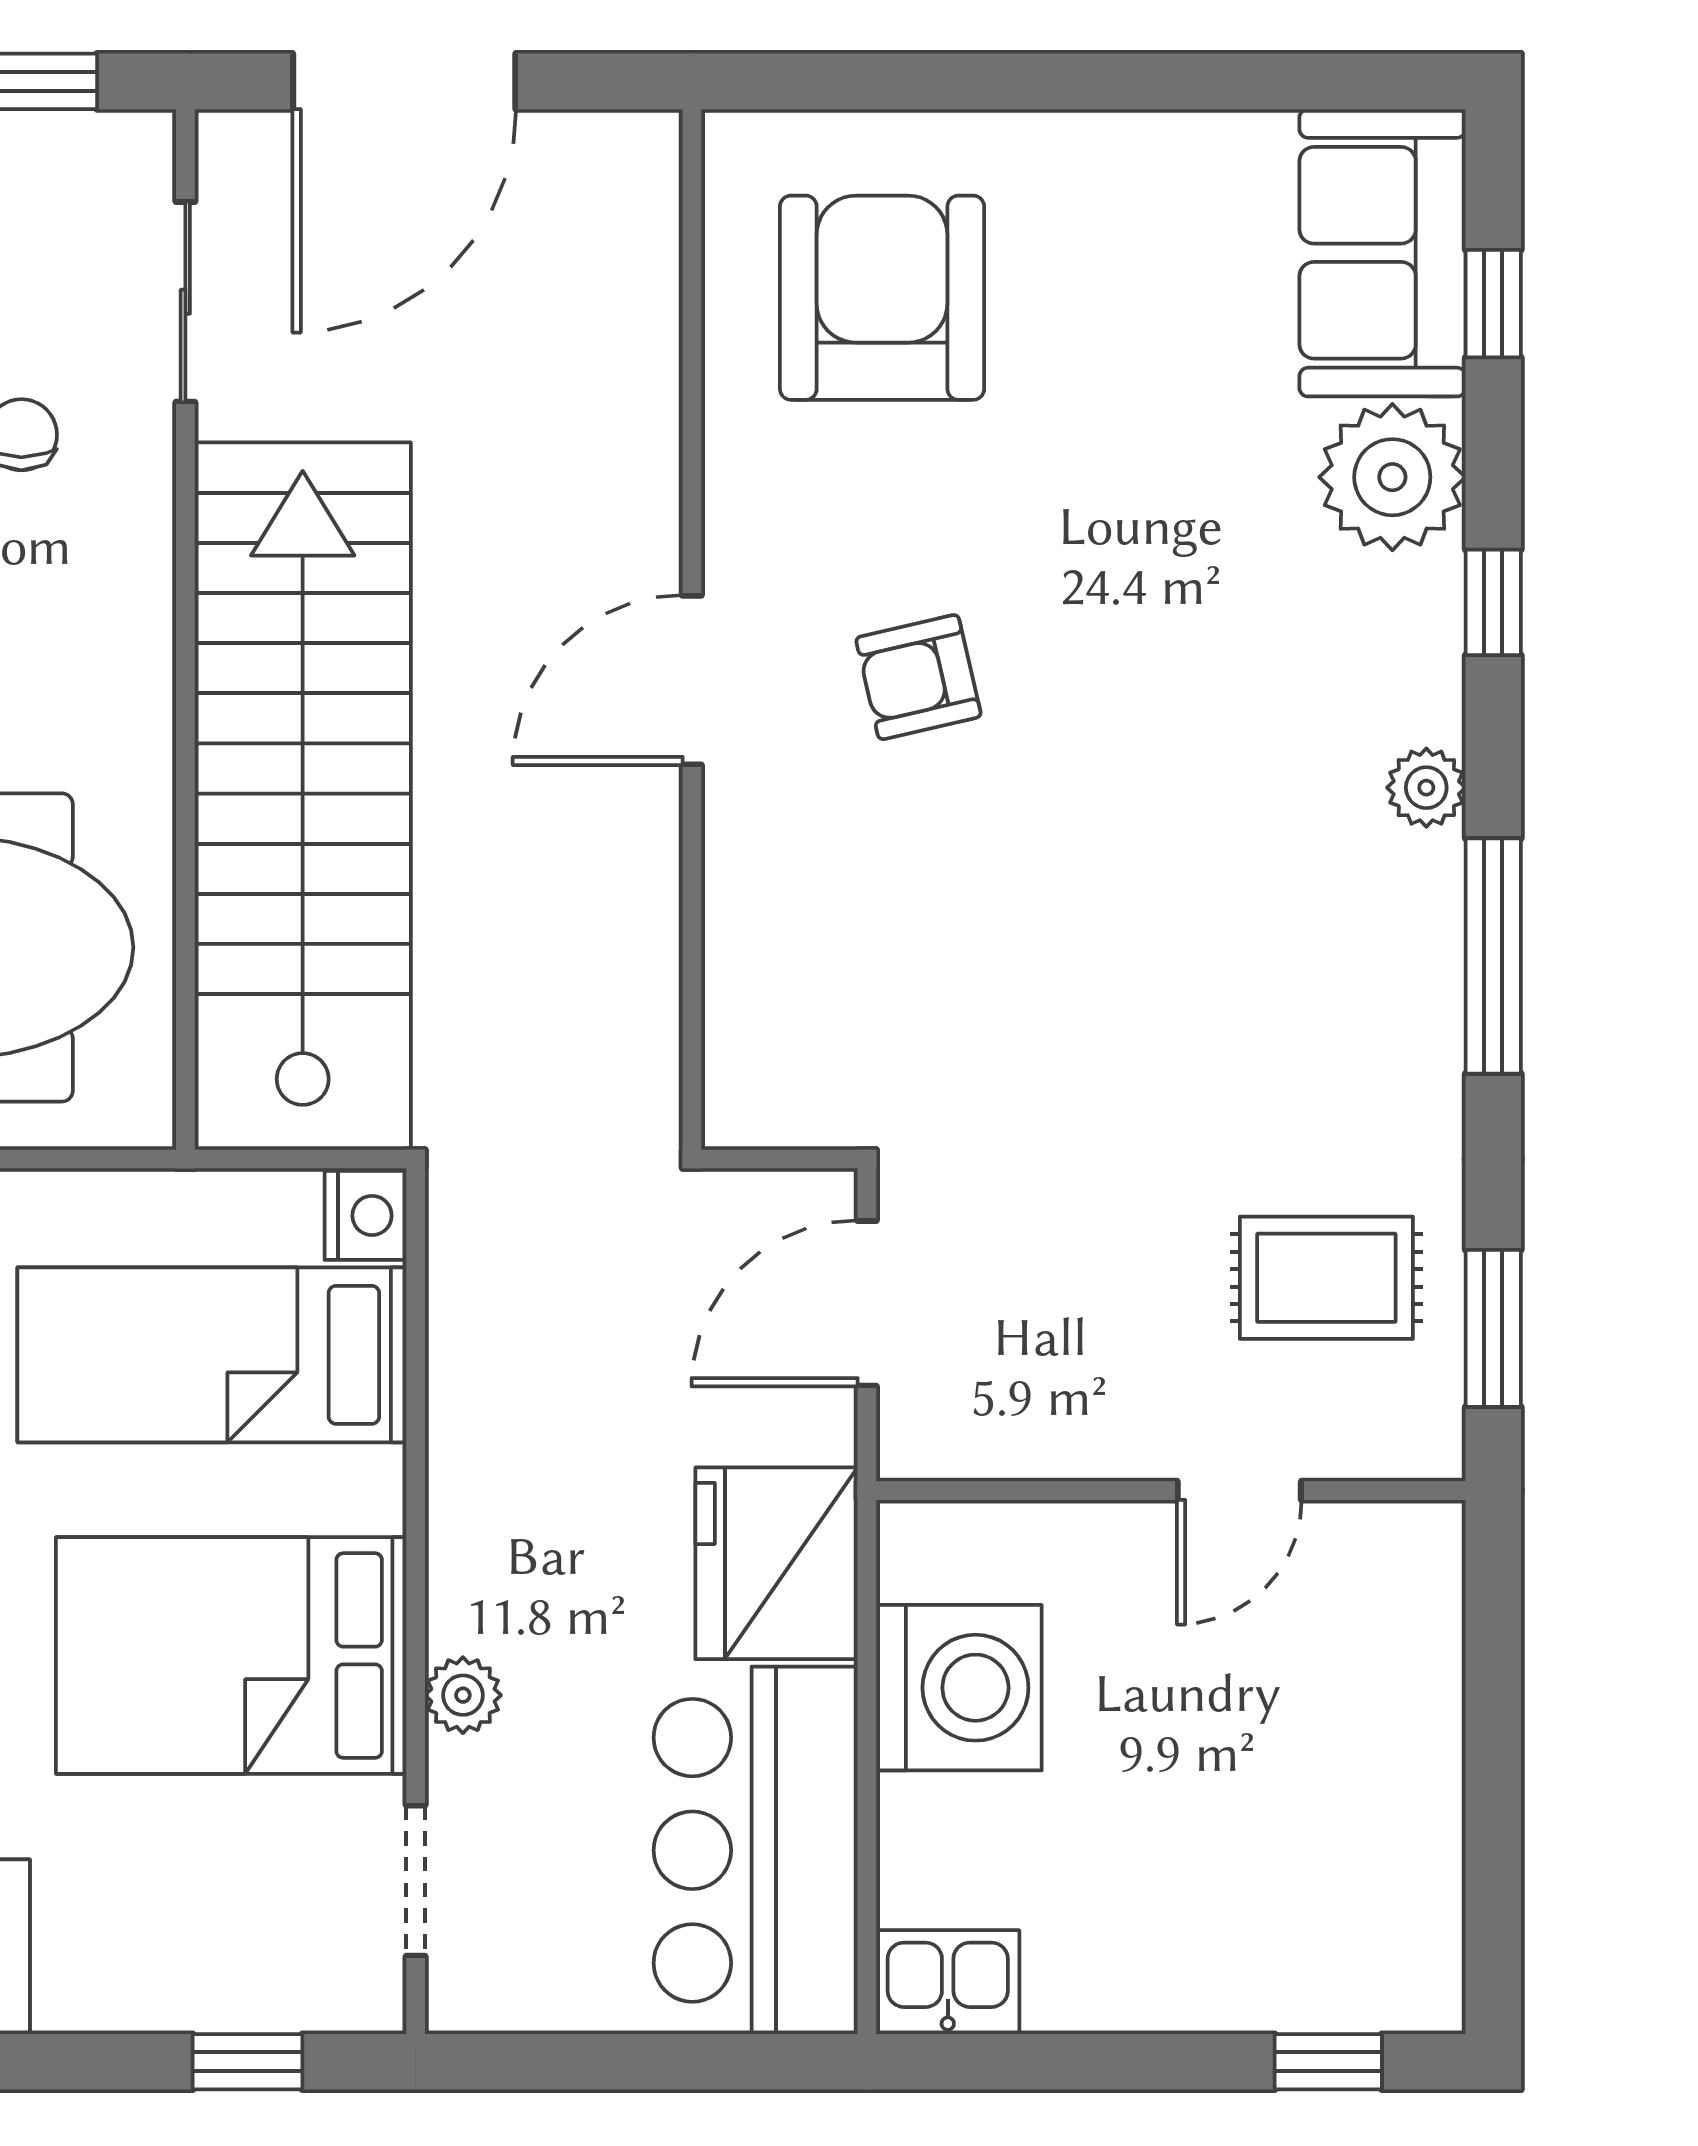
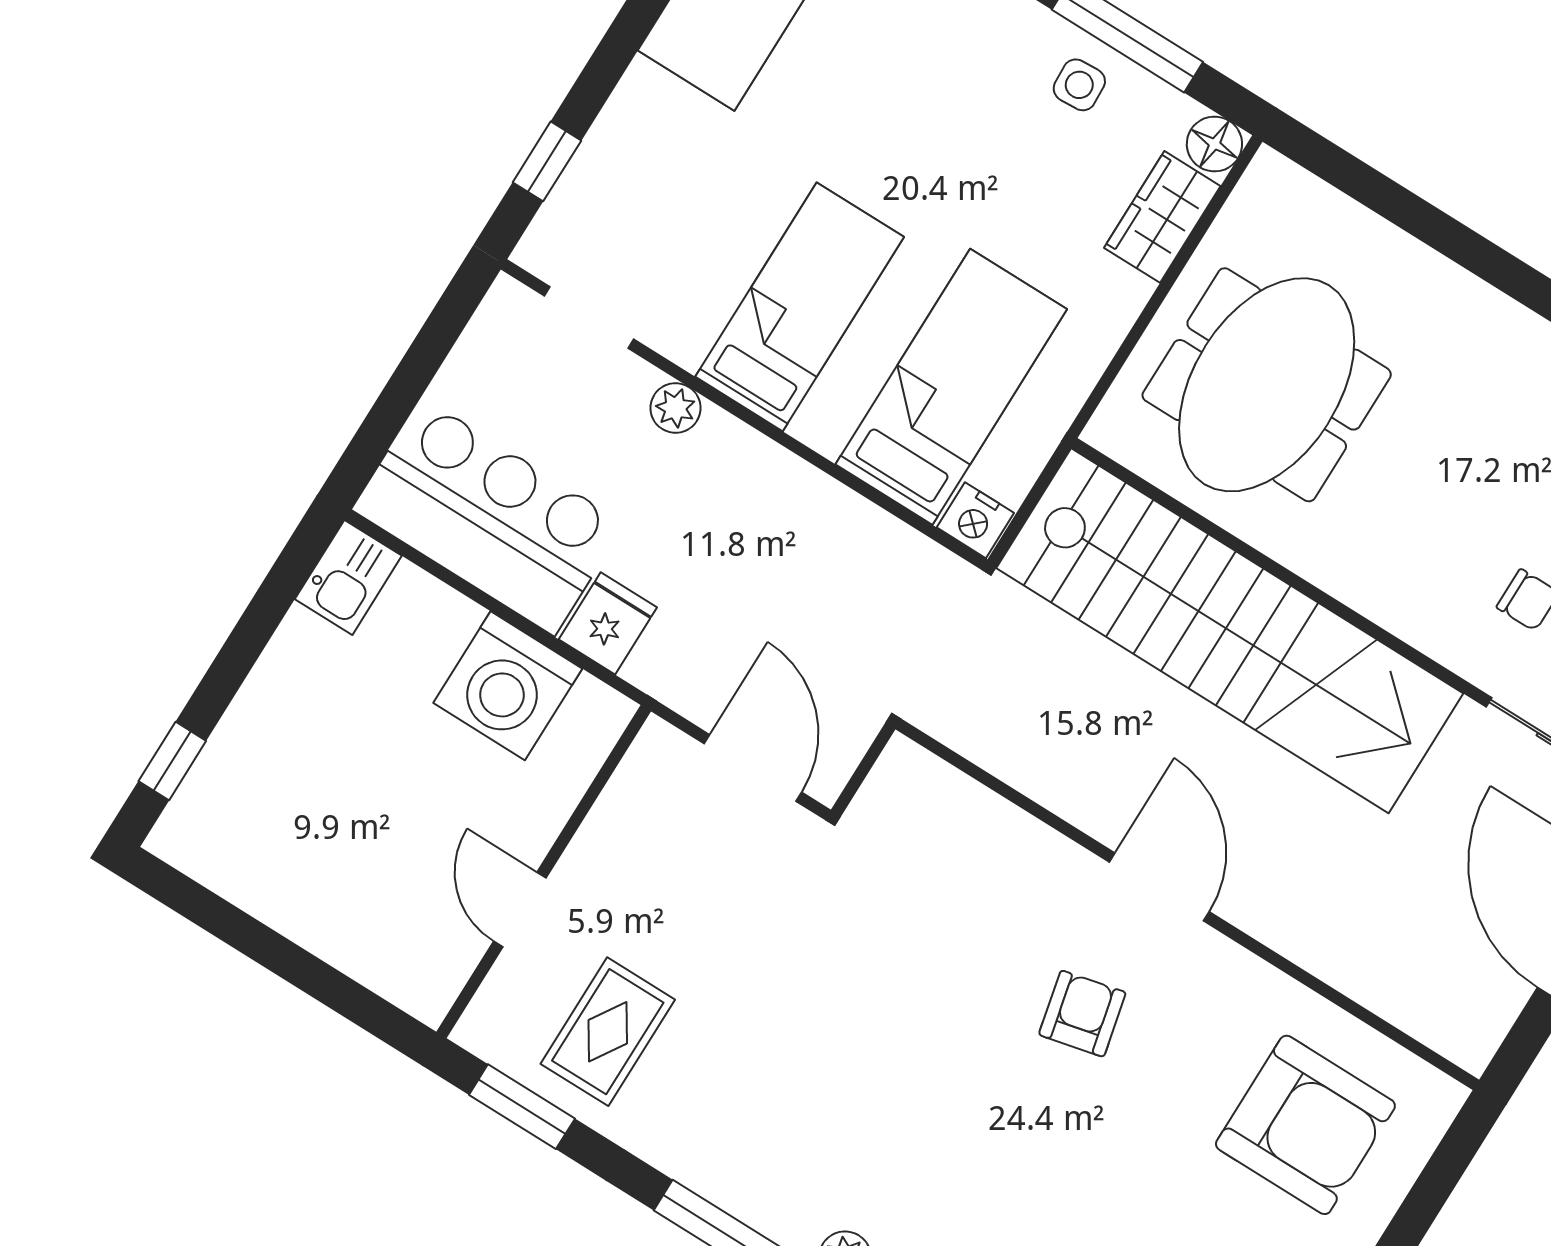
fridge: (777, 1563) -> (608, 623), width x0.53, depth x0.75
bed: (231, 1656) -> (800, 307), width x0.67

